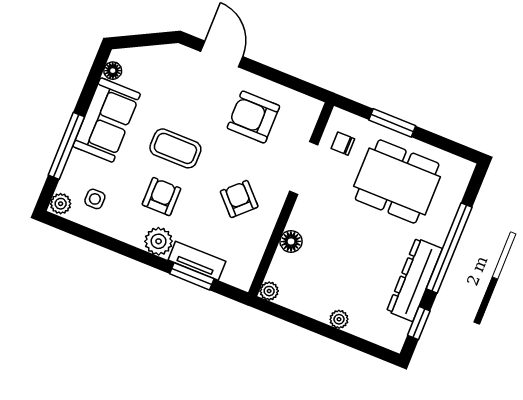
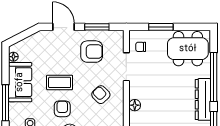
window: (280, 78) -> (97, 27), added
armchair: (253, 117) -> (92, 52), turned 180
dining table: (397, 182) -> (188, 49), moved

